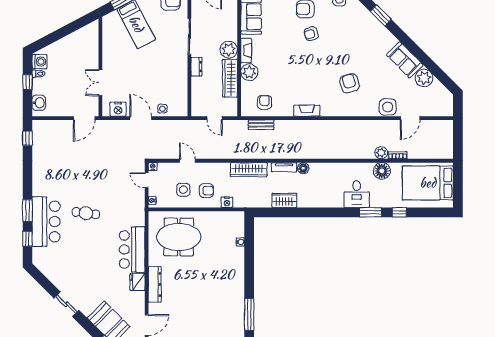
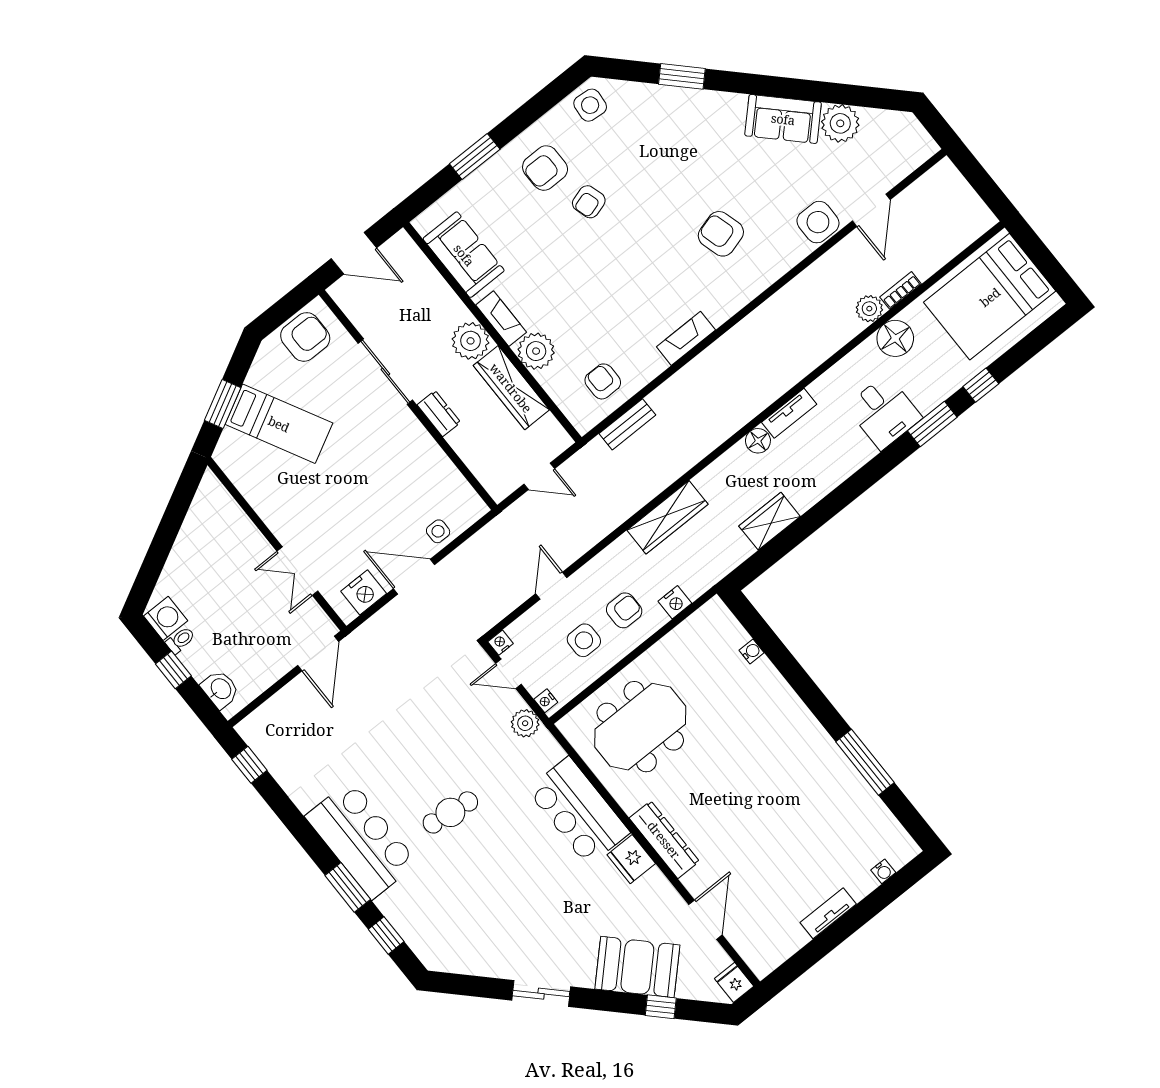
door: (187, 161) -> (551, 586), hinge flipped
tv unit: (284, 167) -> (789, 413), moved
plant: (138, 203) -> (525, 723), added
bar counter: (46, 222) -> (361, 840), moved

